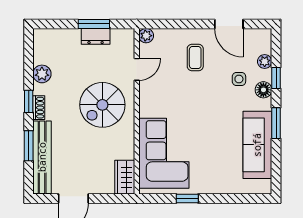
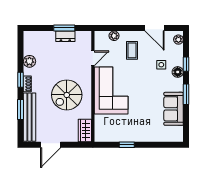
plant: (146, 36) -> (114, 36), moved
plant: (265, 61) -> (178, 40), moved
spiral stairs: (102, 105) -> (67, 95), moved
sofa: (257, 145) -> (174, 109), width x0.73
corner sofa: (164, 153) -> (111, 90), moved

